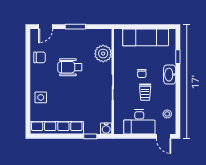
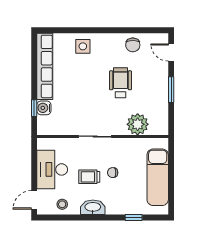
washbasin: (170, 75) -> (93, 207), moved
water cooler: (106, 129) -> (44, 108), moved

